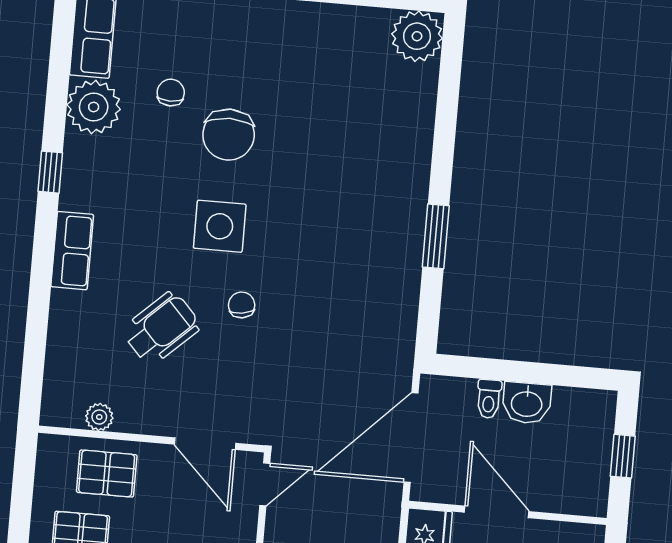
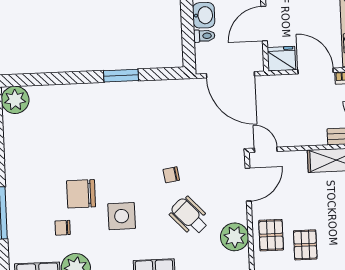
chair: (229, 135) -> (81, 194), turned 180
side table: (220, 226) -> (122, 216), moved
plant: (99, 417) -> (235, 237), width x1.88, depth x1.88

